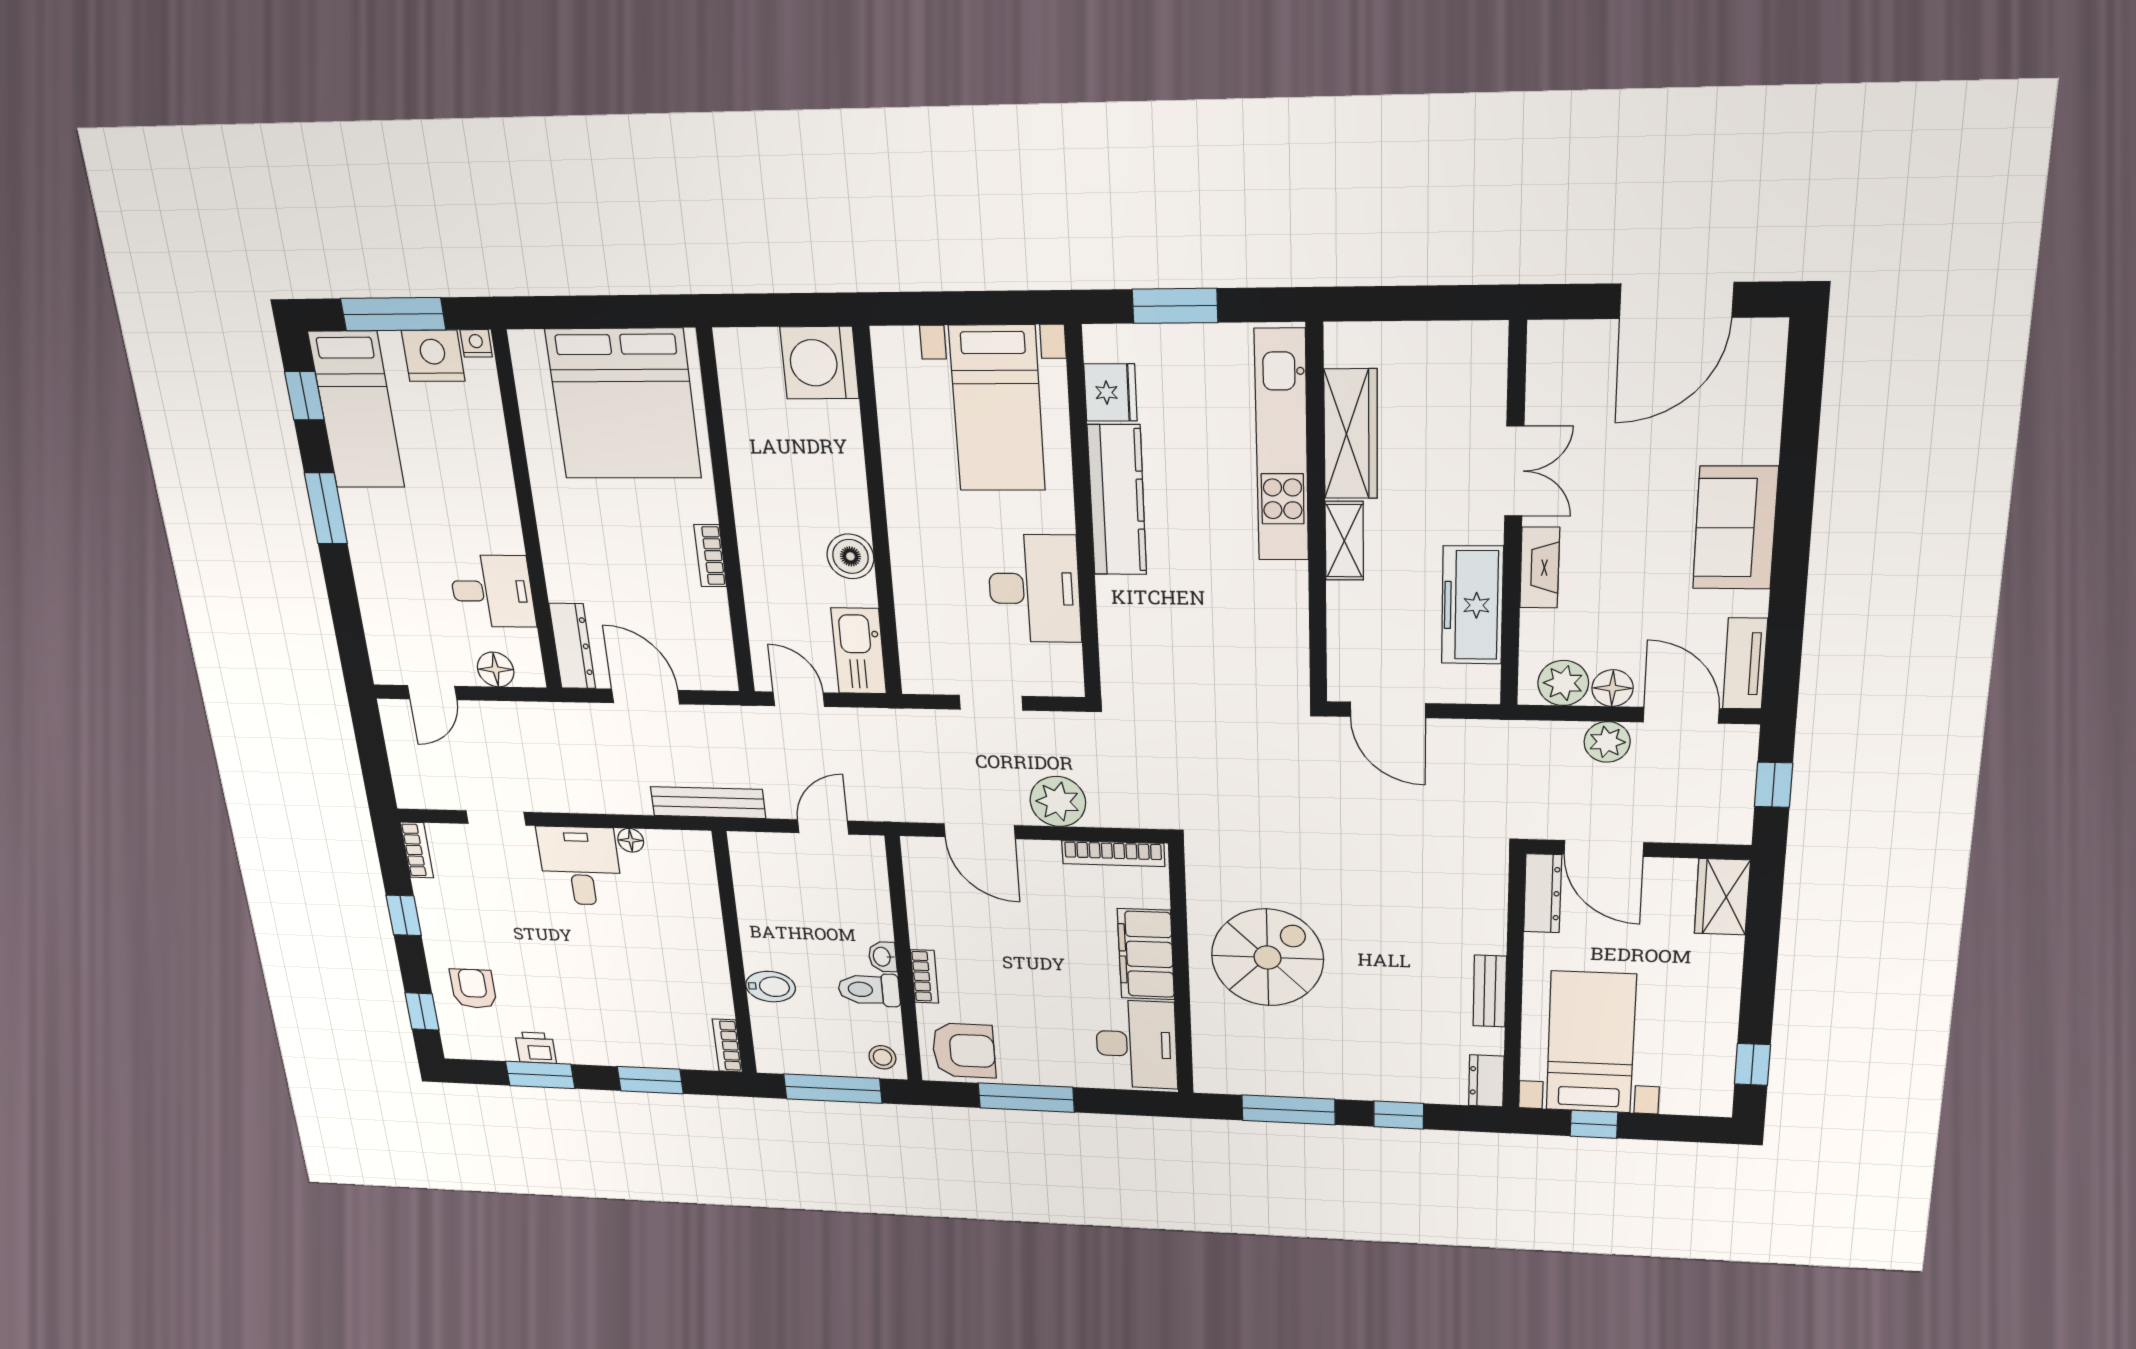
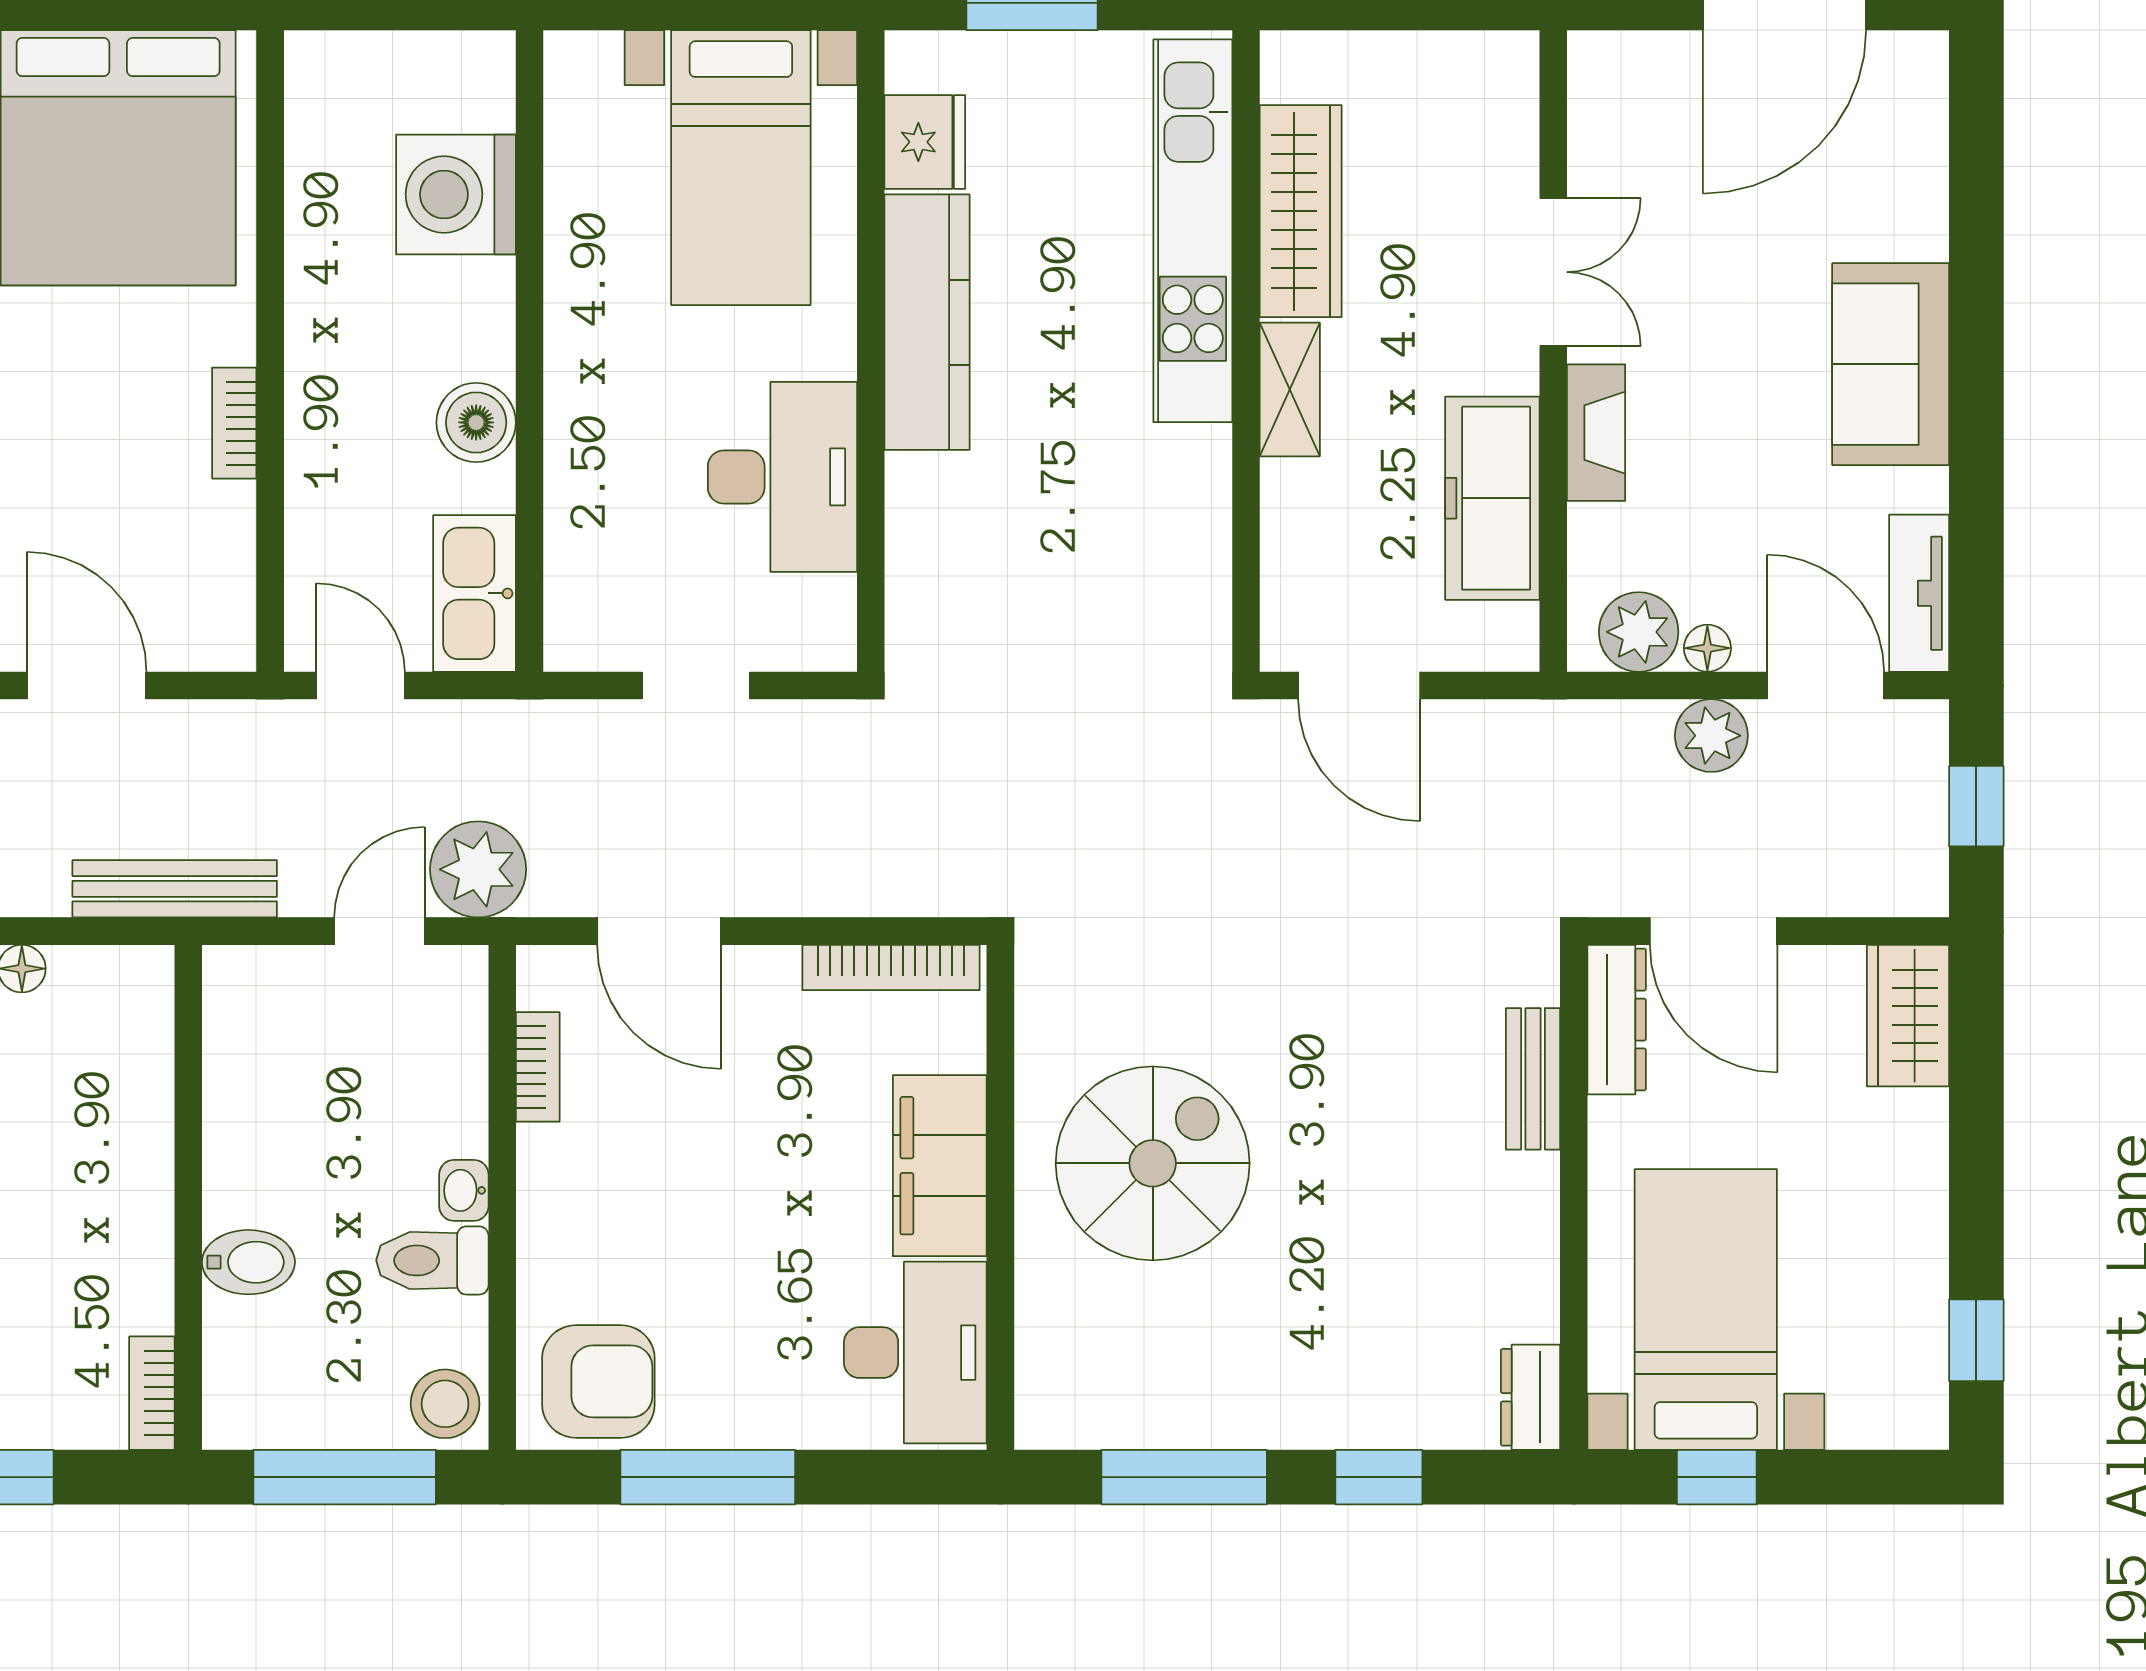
washing machine: (819, 363) -> (456, 194), moved
floor lamp: (1612, 688) -> (1707, 648), width x0.73, depth x0.73
plant: (1058, 801) -> (478, 869), moved
bookcase: (924, 976) -> (538, 1067), moved
bench: (1490, 991) -> (1533, 1079), moved
stool: (882, 1057) -> (445, 1404), width x1.37, depth x1.37

